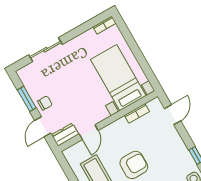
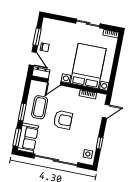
sliding door: (45, 50) -> (88, 23), moved
bed with nightstands: (118, 78) -> (88, 66), width x1.36
door: (43, 127) -> (33, 59), swing flipped

